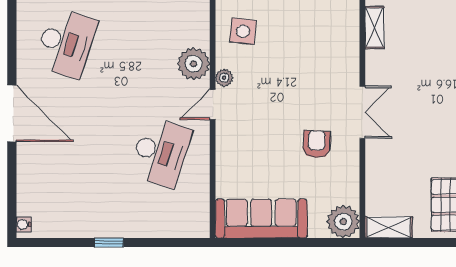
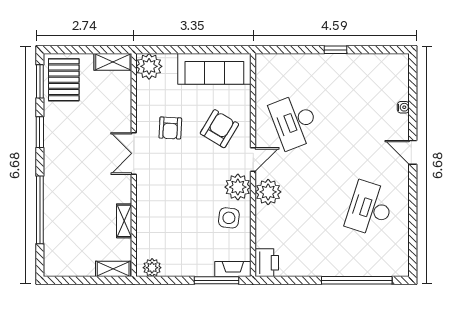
plant: (224, 78) -> (238, 187), width x1.87, depth x1.87
door: (12, 114) -> (413, 152), width x0.53
armchair: (255, 143) -> (219, 129), added
desk: (161, 152) -> (294, 122), turned -39
water cooler: (24, 224) -> (403, 107), moved

